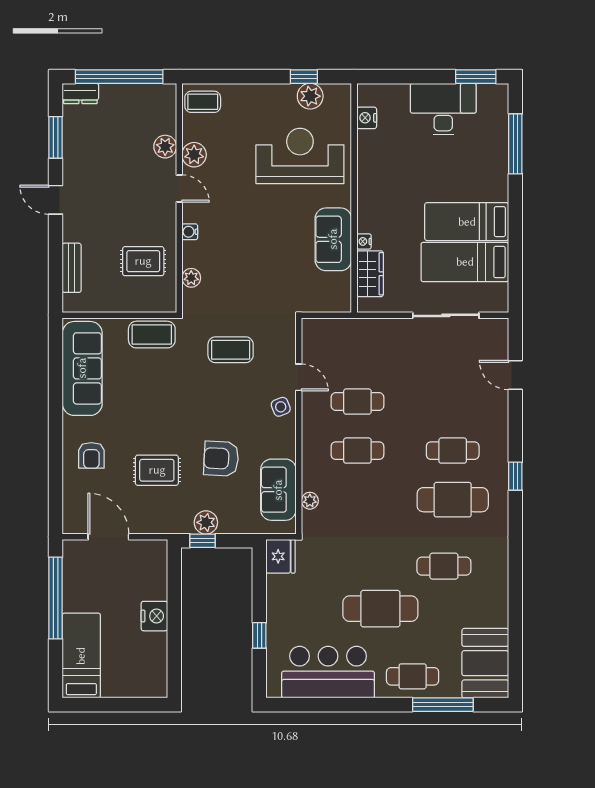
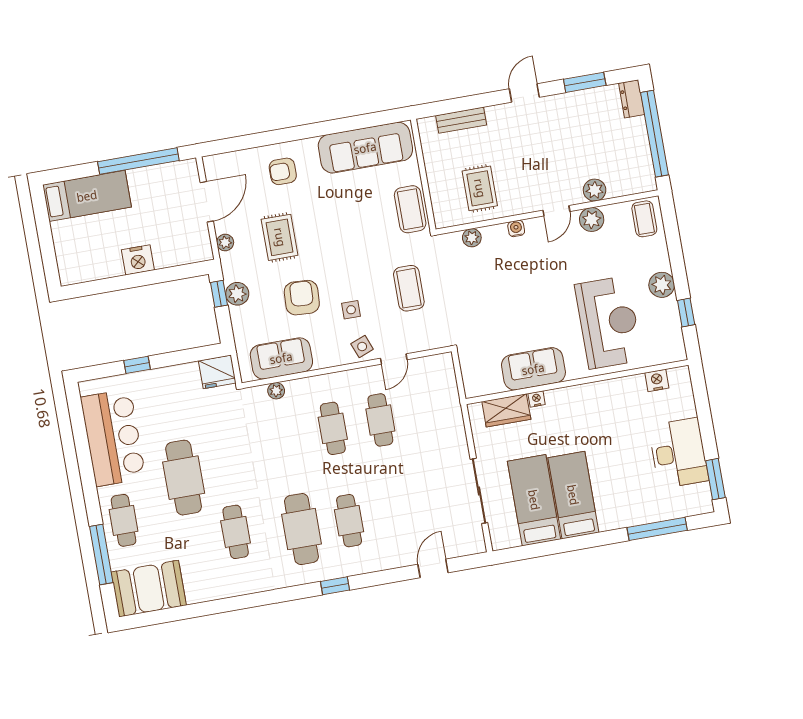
plant: (310, 96) -> (662, 285), moved
side table: (242, 411) -> (351, 310), added
plant: (152, 526) -> (225, 243), added

